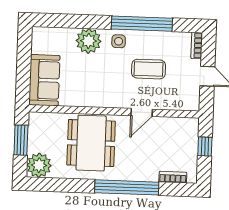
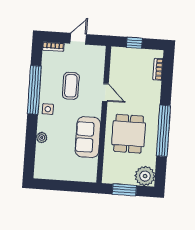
plant: (89, 41) -> (42, 137), width x0.53, depth x0.53
sofa: (44, 80) -> (88, 137), moved, turned -90
dining table: (91, 143) -> (129, 134), width x0.73
window: (127, 187) -> (163, 131), moved

